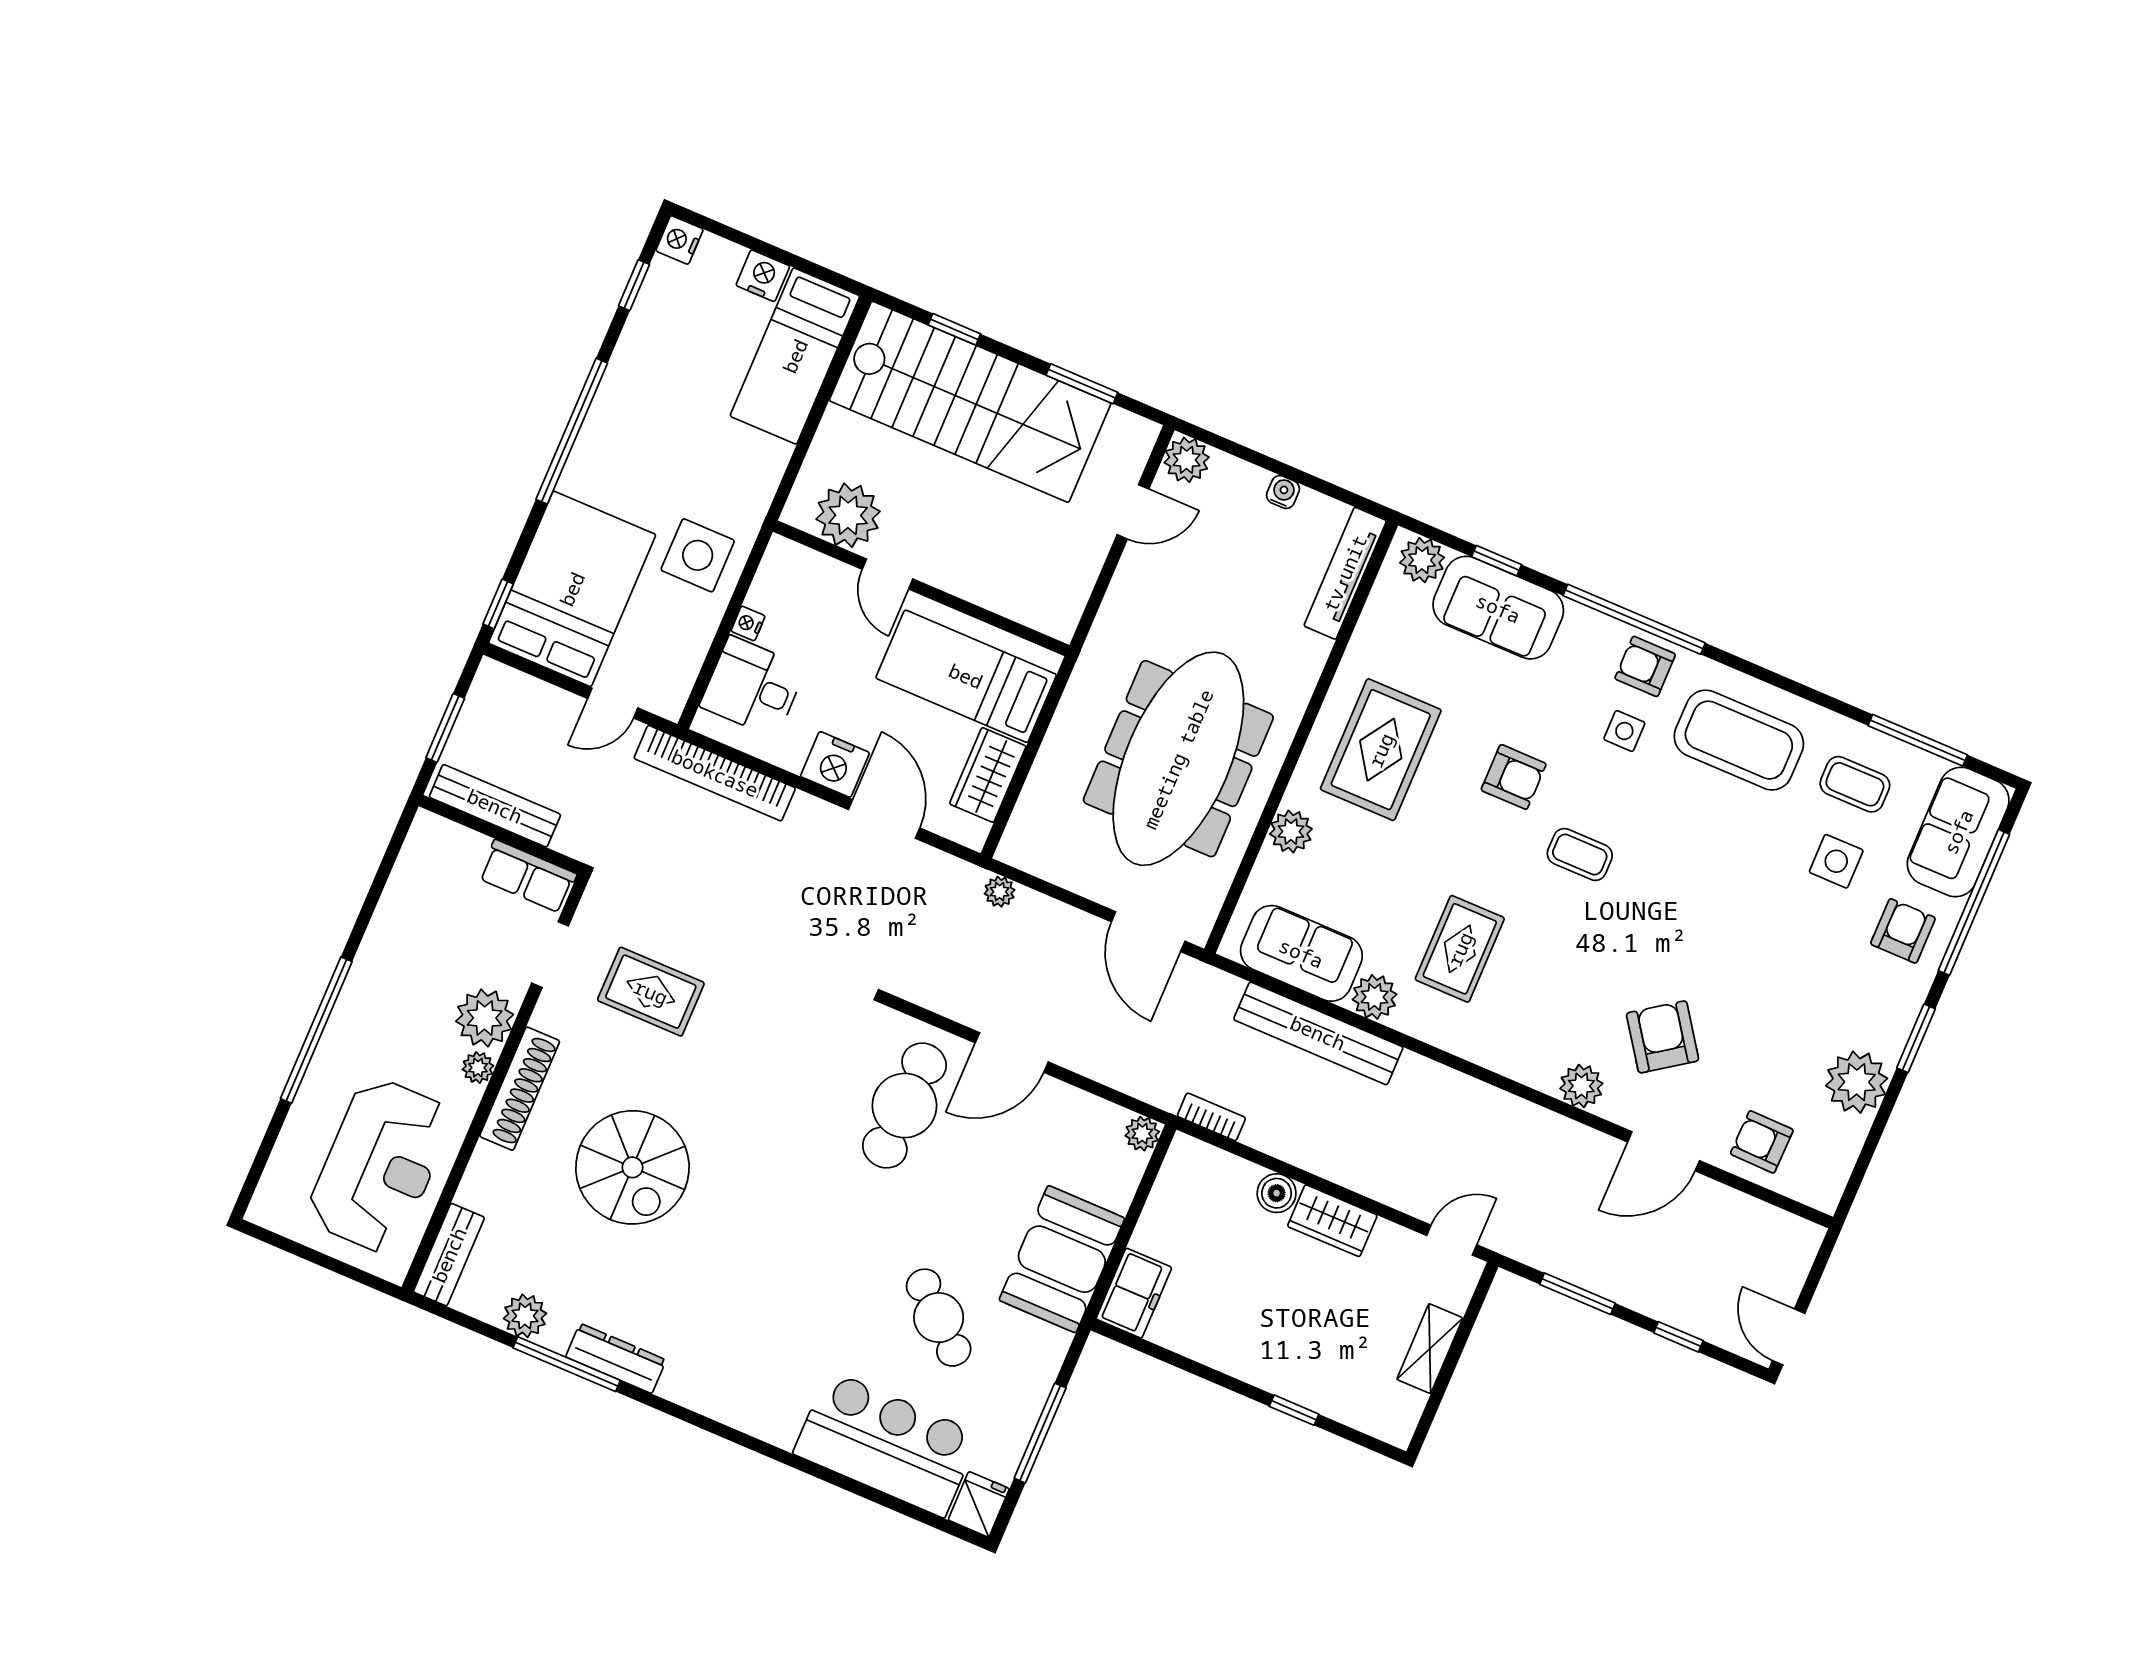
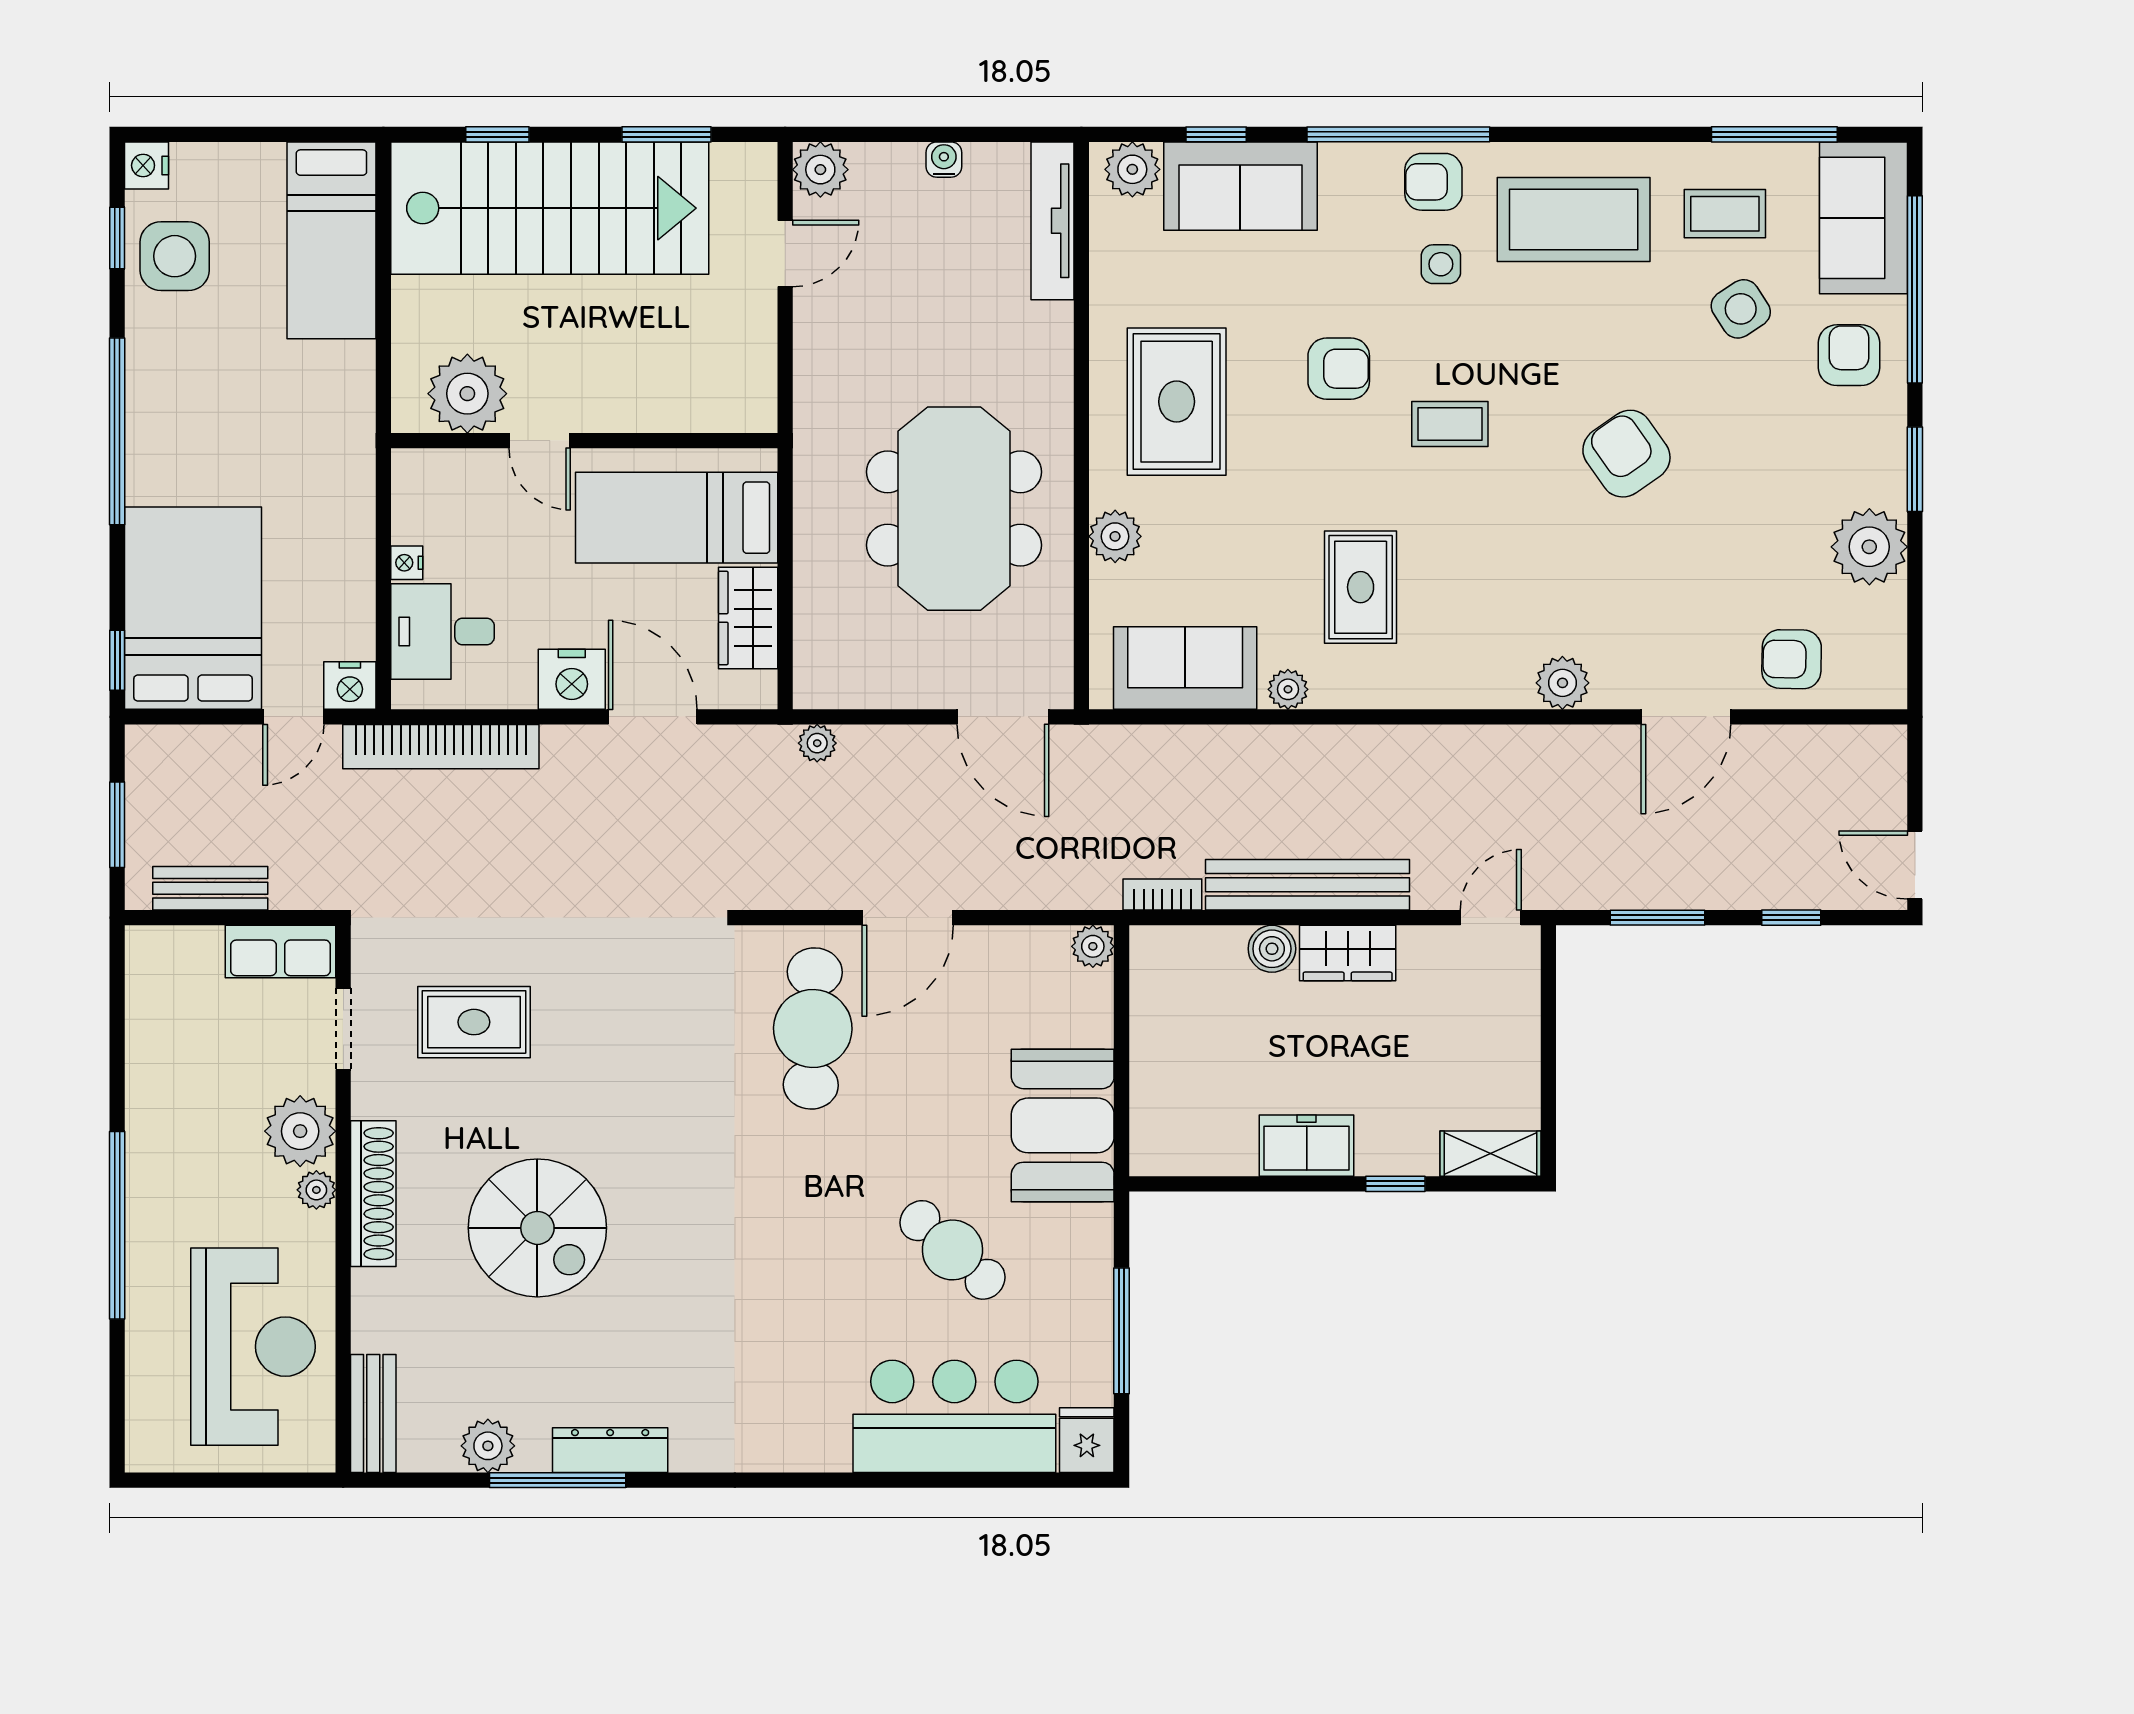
nightstand: (763, 276) -> (350, 685), moved, turned 180
side table: (698, 555) -> (175, 256), moved
meeting table: (1178, 759) -> (954, 509), width x0.73
bench: (495, 806) -> (210, 888), width x0.73
side table: (1836, 861) -> (1741, 309), turned -33
plant: (1375, 997) -> (1288, 689), width x0.73, depth x0.73
bench: (1318, 1033) -> (1308, 885), moved
armchair: (1663, 1037) -> (1626, 454), moved
freezer: (1134, 1293) -> (1307, 1146), moved, turned -90
shelving: (1430, 1349) -> (1491, 1154), moved, turned 90

